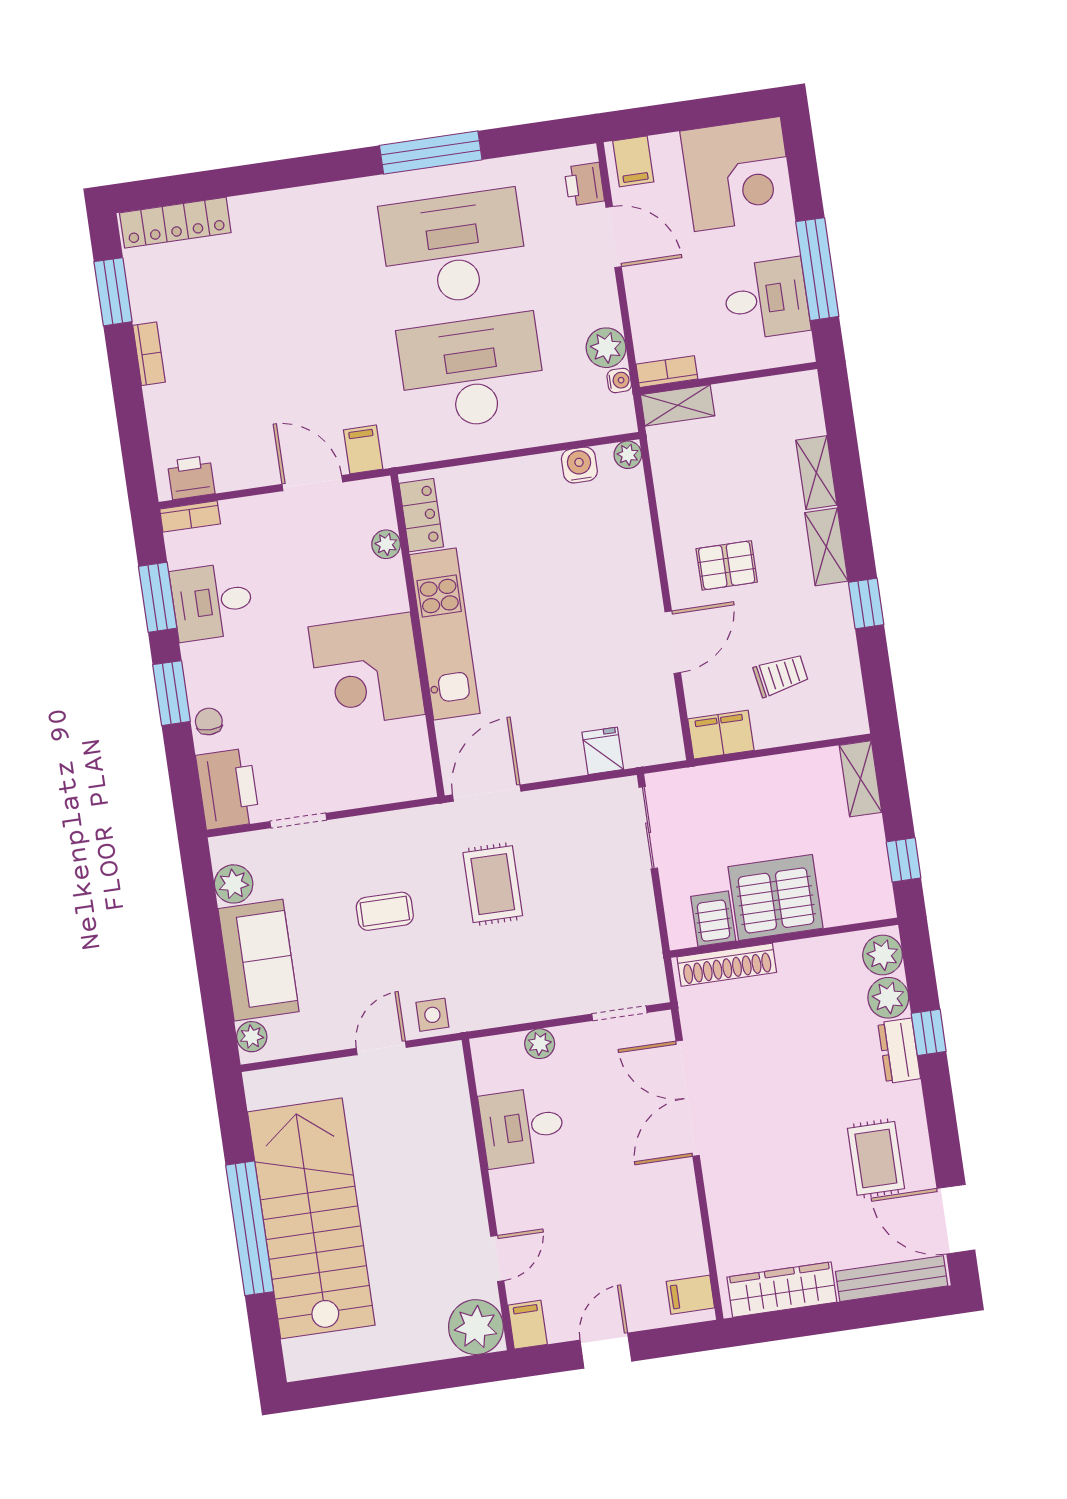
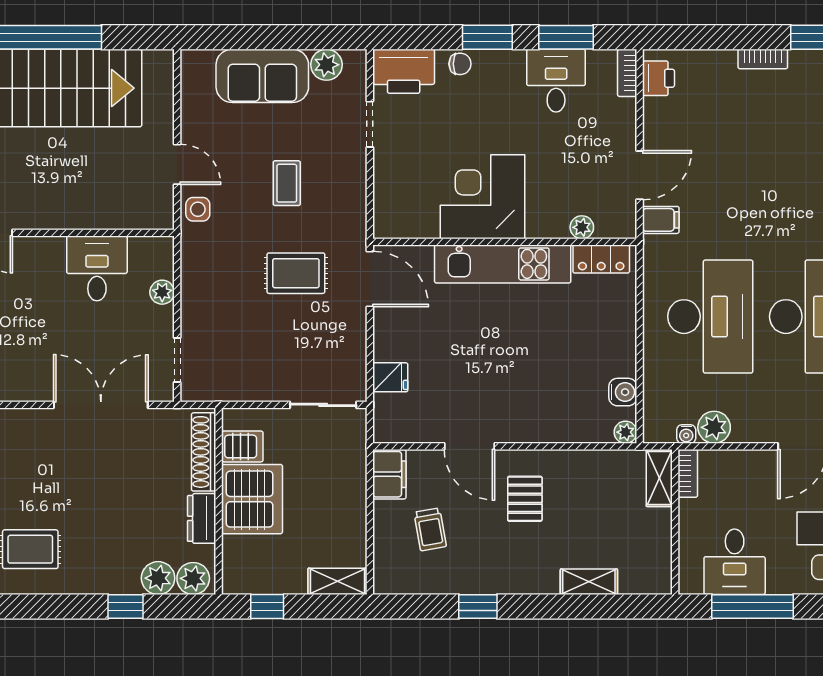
shelving: (826, 547) -> (528, 581), removed
plant: (252, 1037) -> (201, 61), removed
dresser: (899, 1051) -> (202, 518), moved, turned -90

